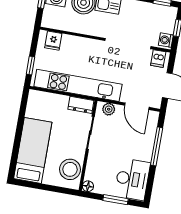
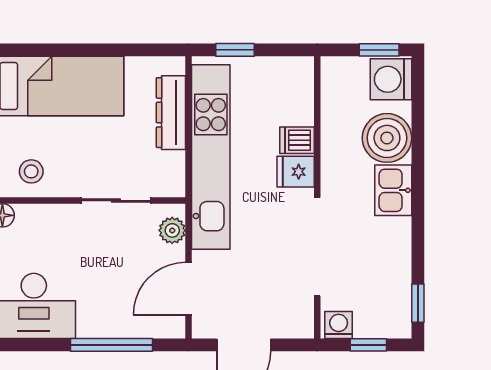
fridge: (53, 41) -> (296, 172), moved
dishwasher: (158, 59) -> (297, 140), moved
dresser: (81, 105) -> (171, 113), moved, width x1.44
stool: (70, 169) -> (31, 171), width x0.53, depth x0.53

